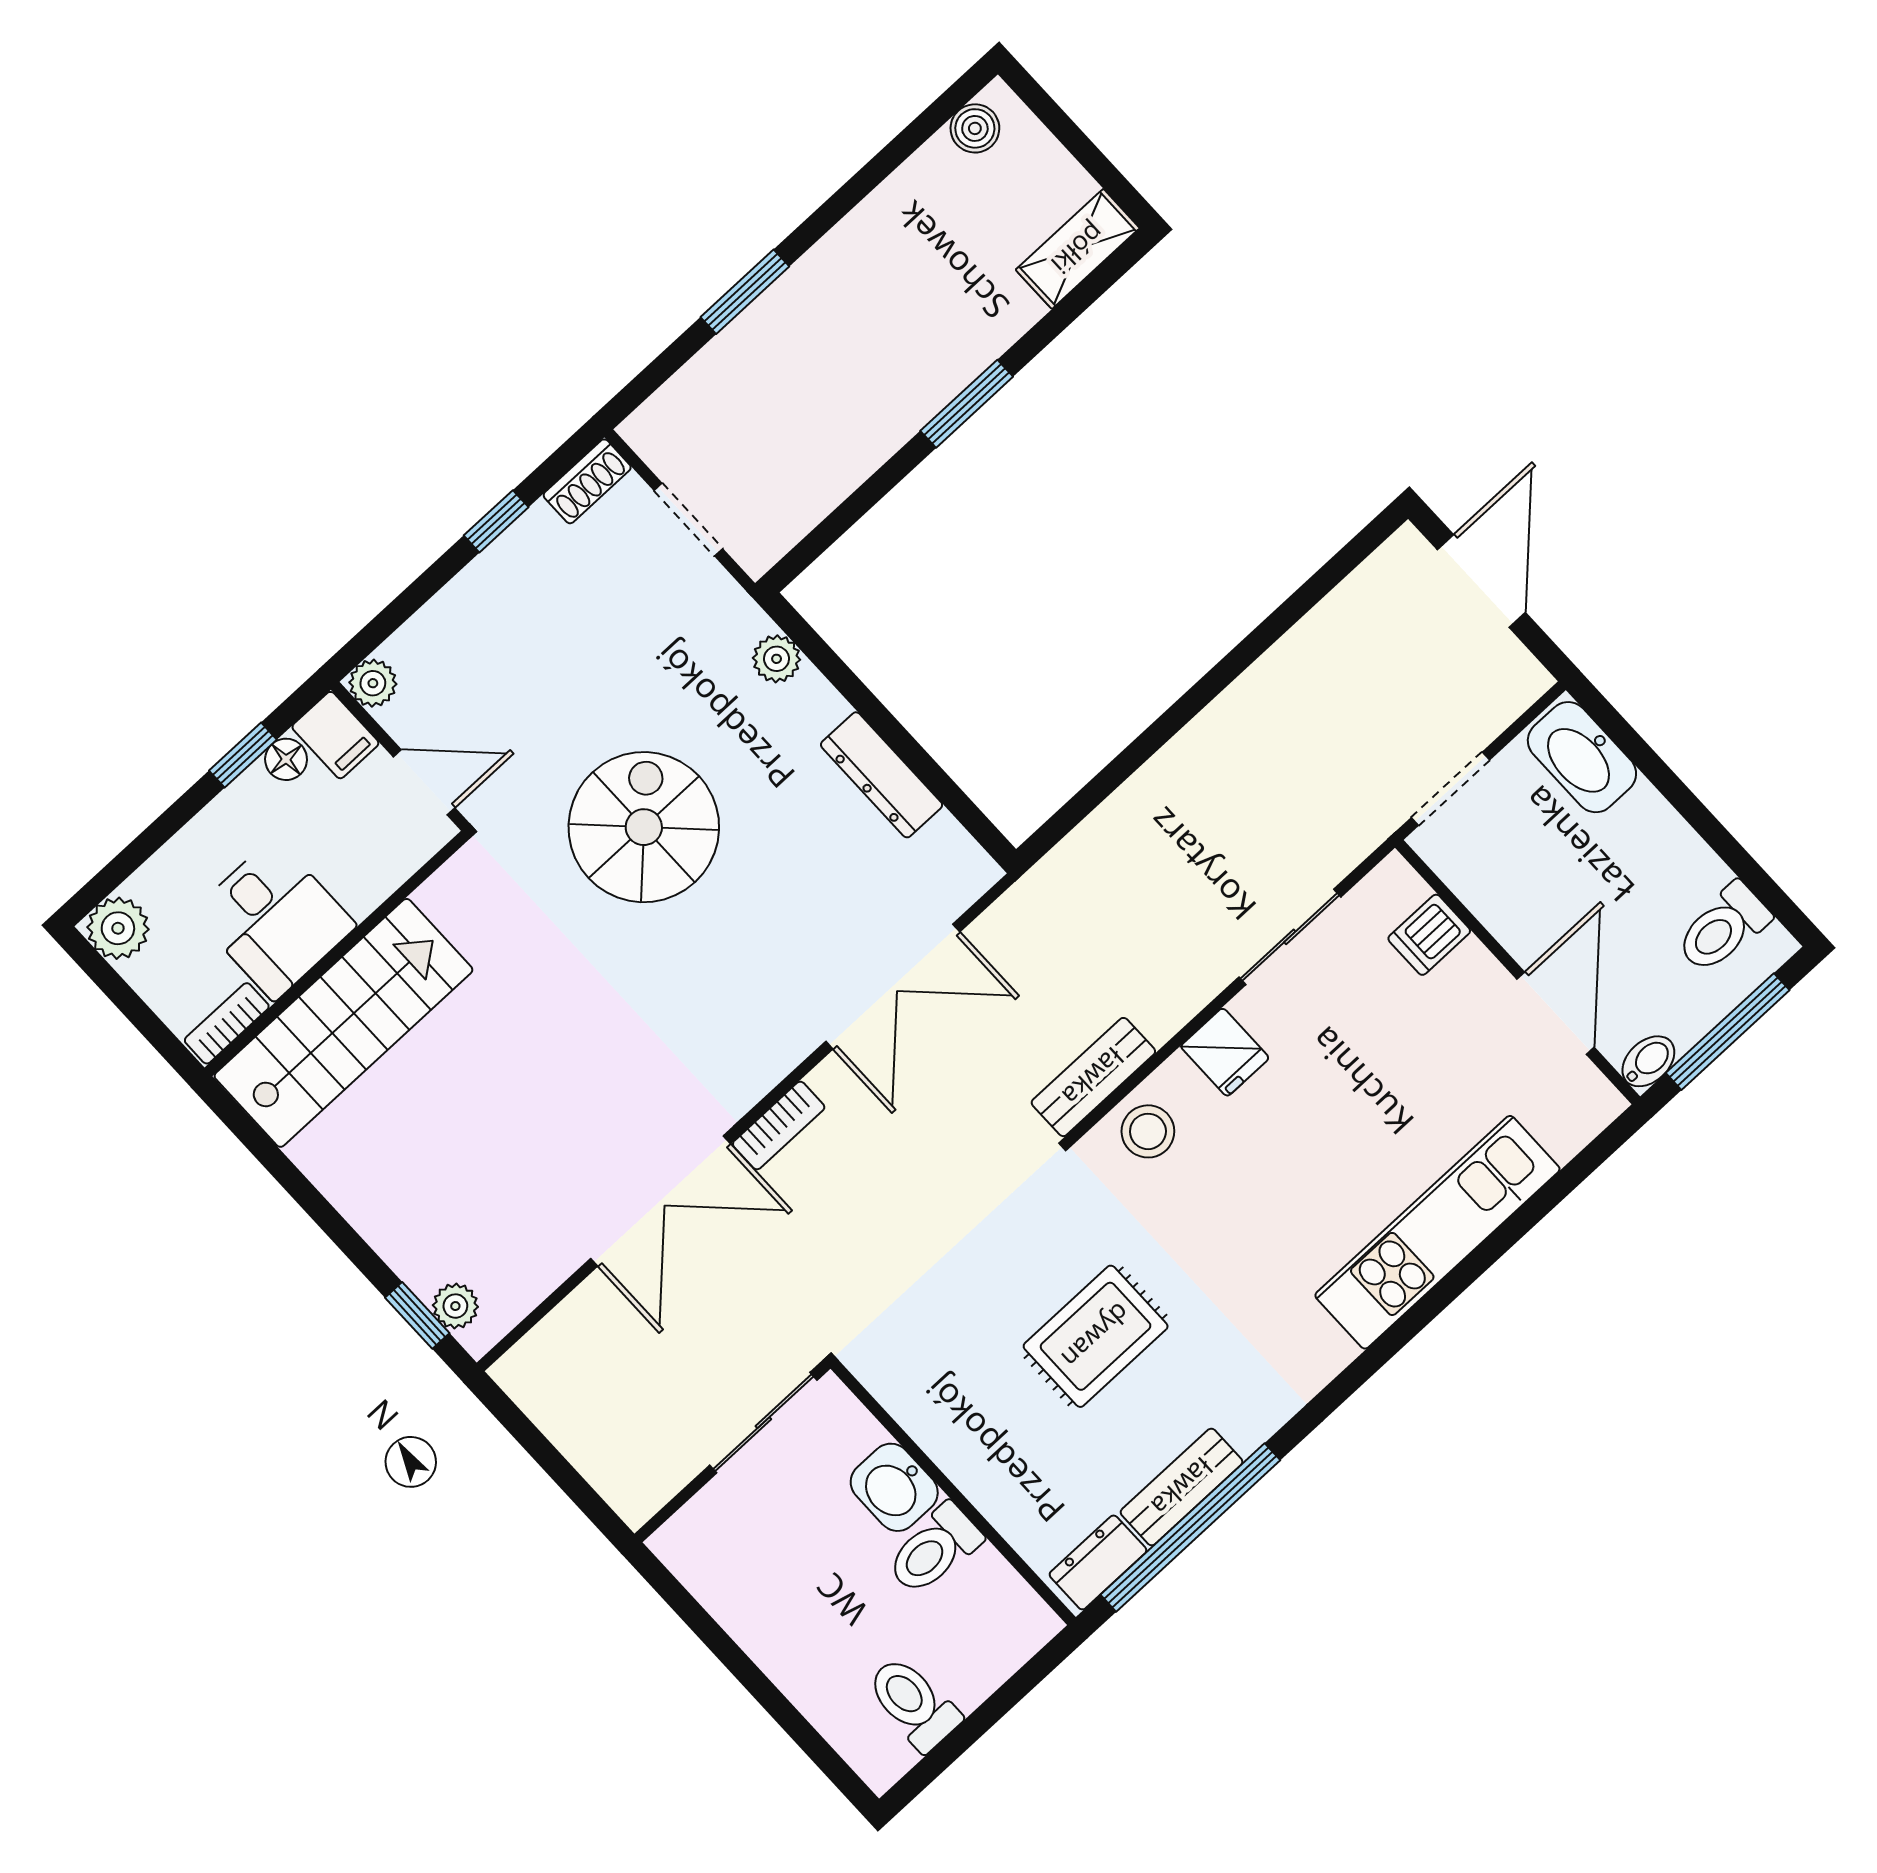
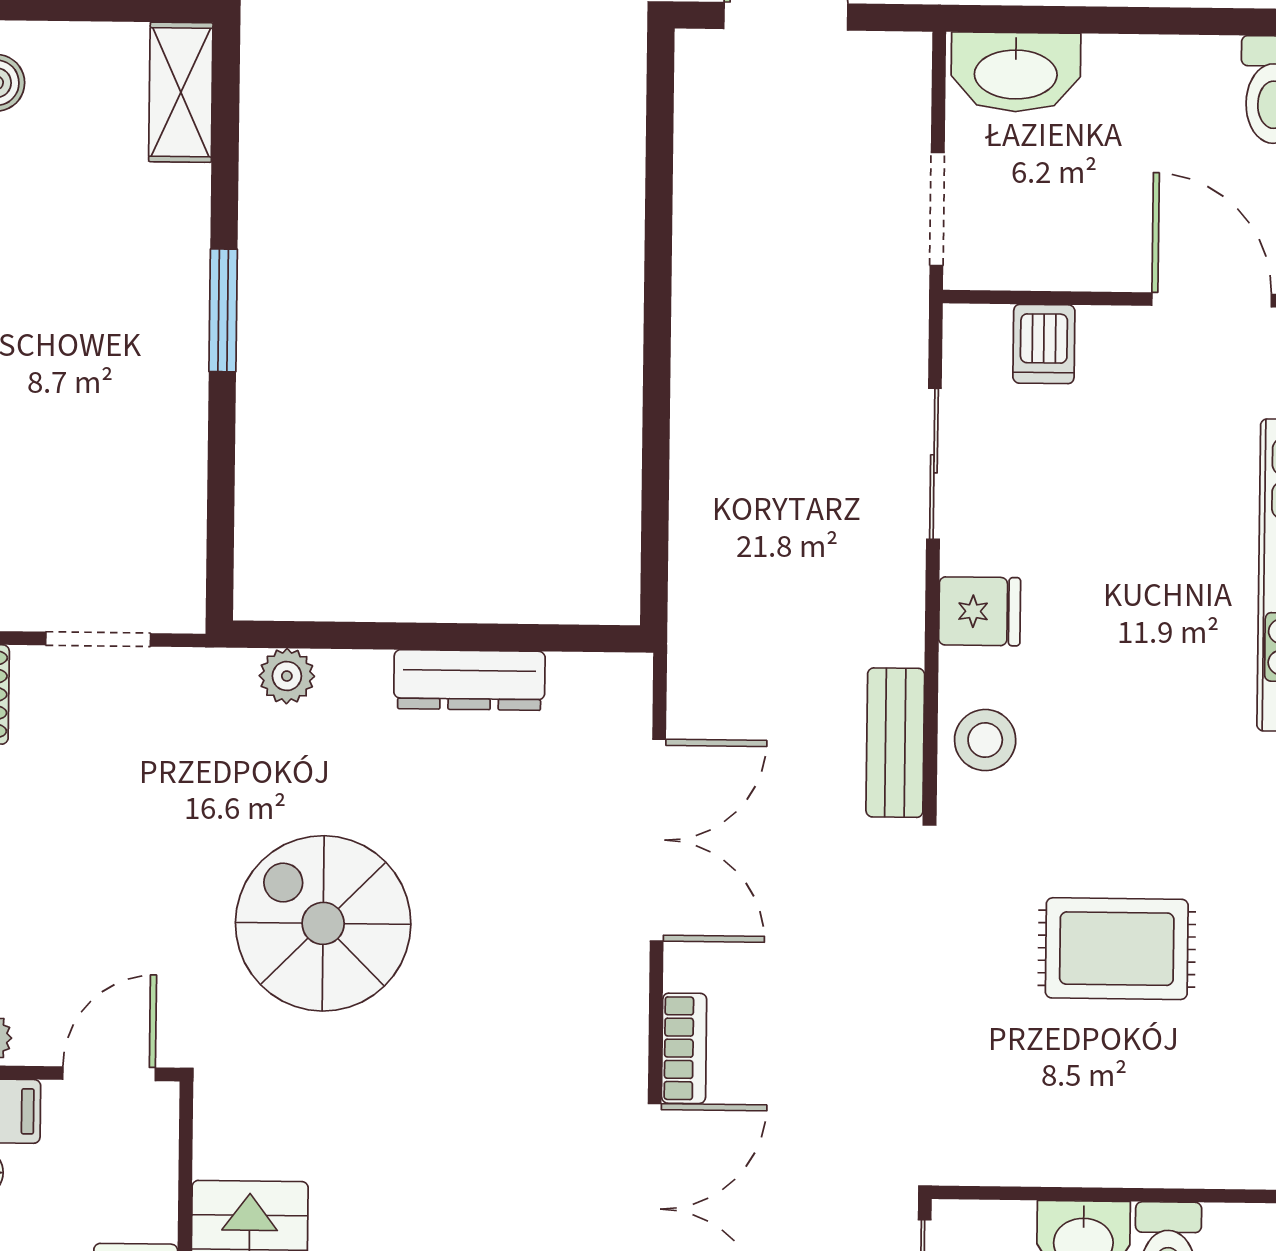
rug: (1096, 1336) -> (1117, 949), turned 90

